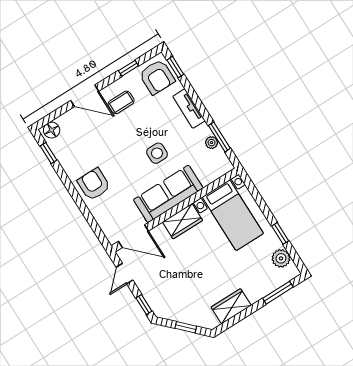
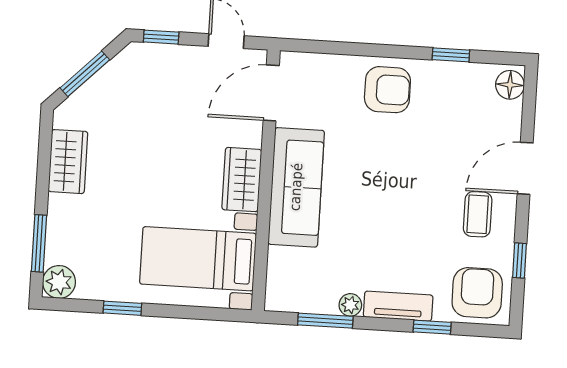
window: (175, 67) -> (432, 327), moved
armchair: (157, 77) -> (477, 293), turned 90
plant: (212, 143) -> (350, 305), moved
window: (49, 153) -> (451, 55), moved
side table: (157, 153) -> (367, 213), removed
plant: (281, 258) -> (59, 282), moved
window: (186, 327) -> (85, 74), width x1.50

